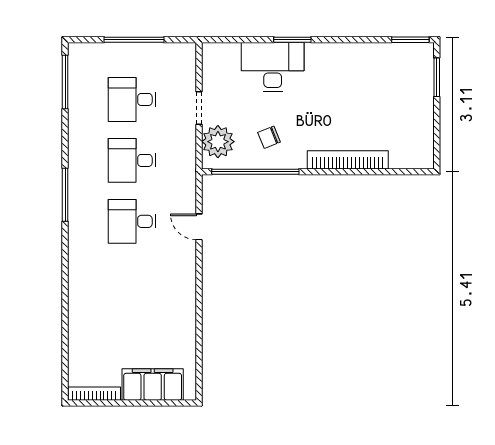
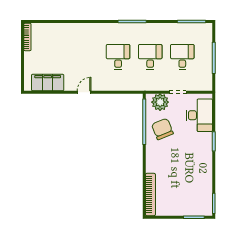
desk: (273, 67) -> (199, 115), moved
chair: (269, 137) -> (162, 129), width x1.87, depth x1.87
bookcase: (348, 160) -> (150, 195), moved
door: (199, 227) -> (84, 92), moved
filing cabinet: (153, 385) -> (48, 82), moved, turned -90

